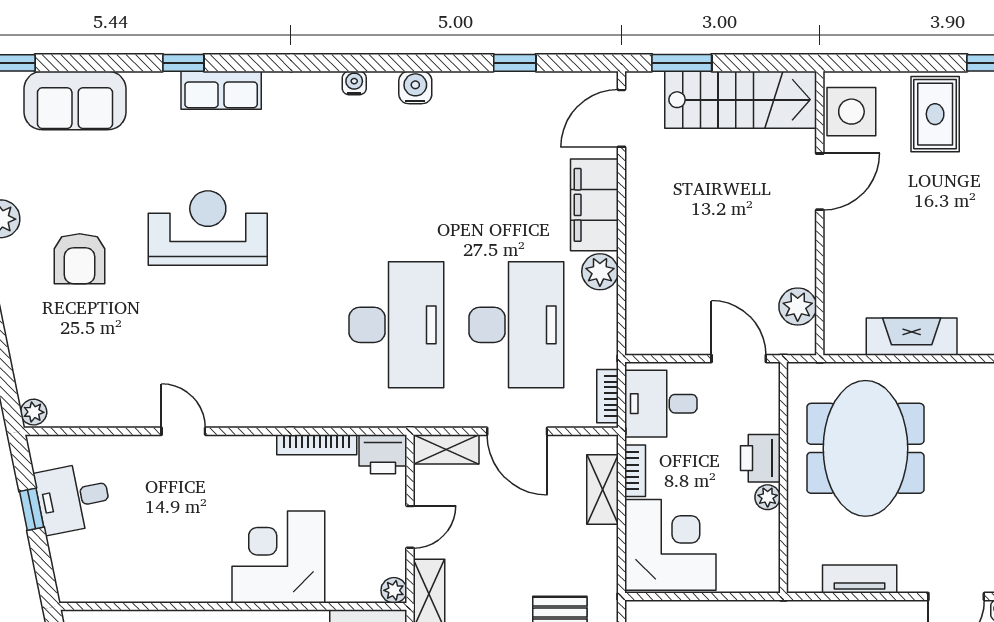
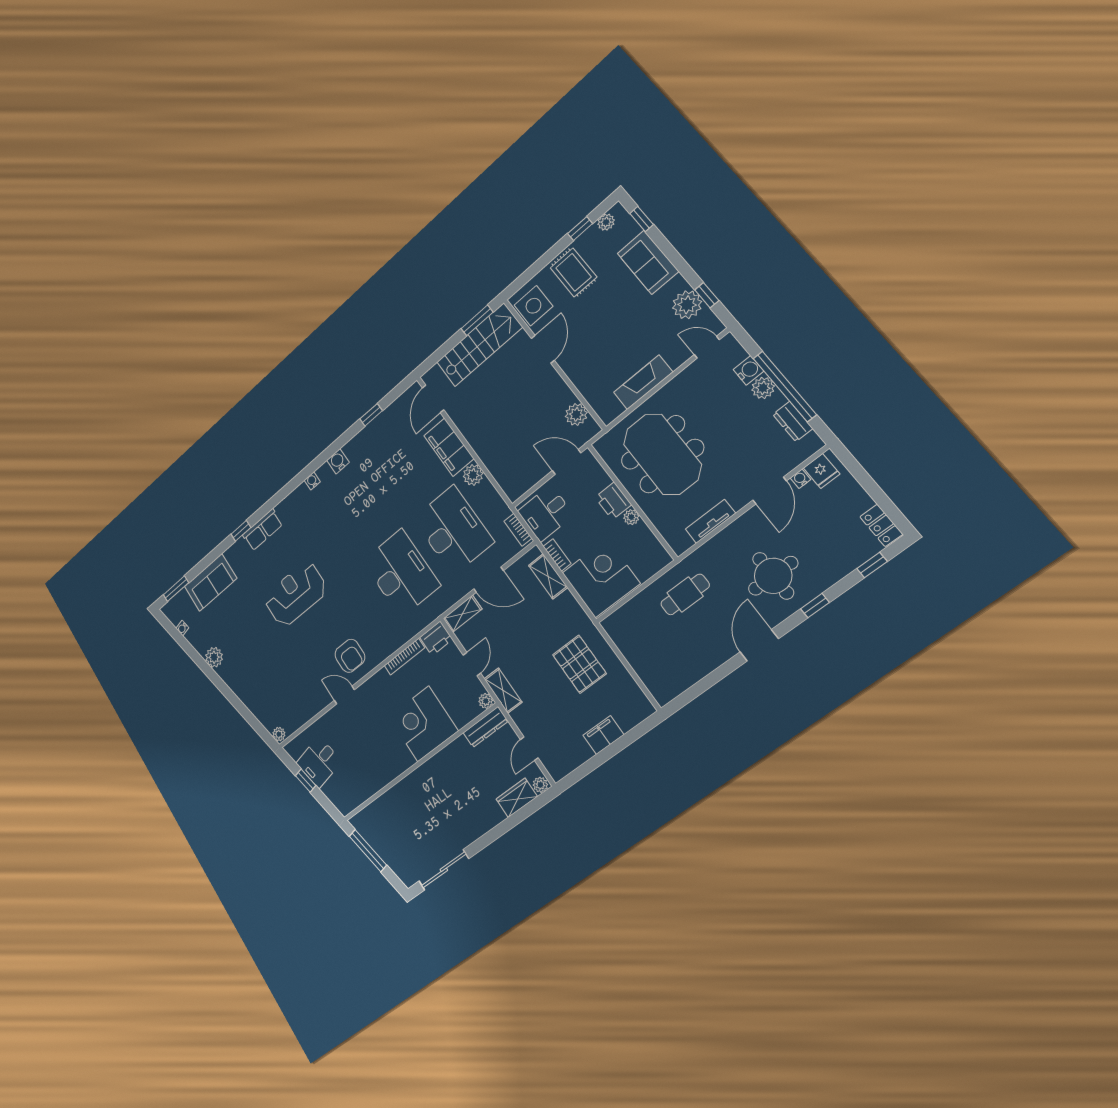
window: (682, 63) -> (477, 320), moved
armchair: (80, 259) -> (350, 656), moved

